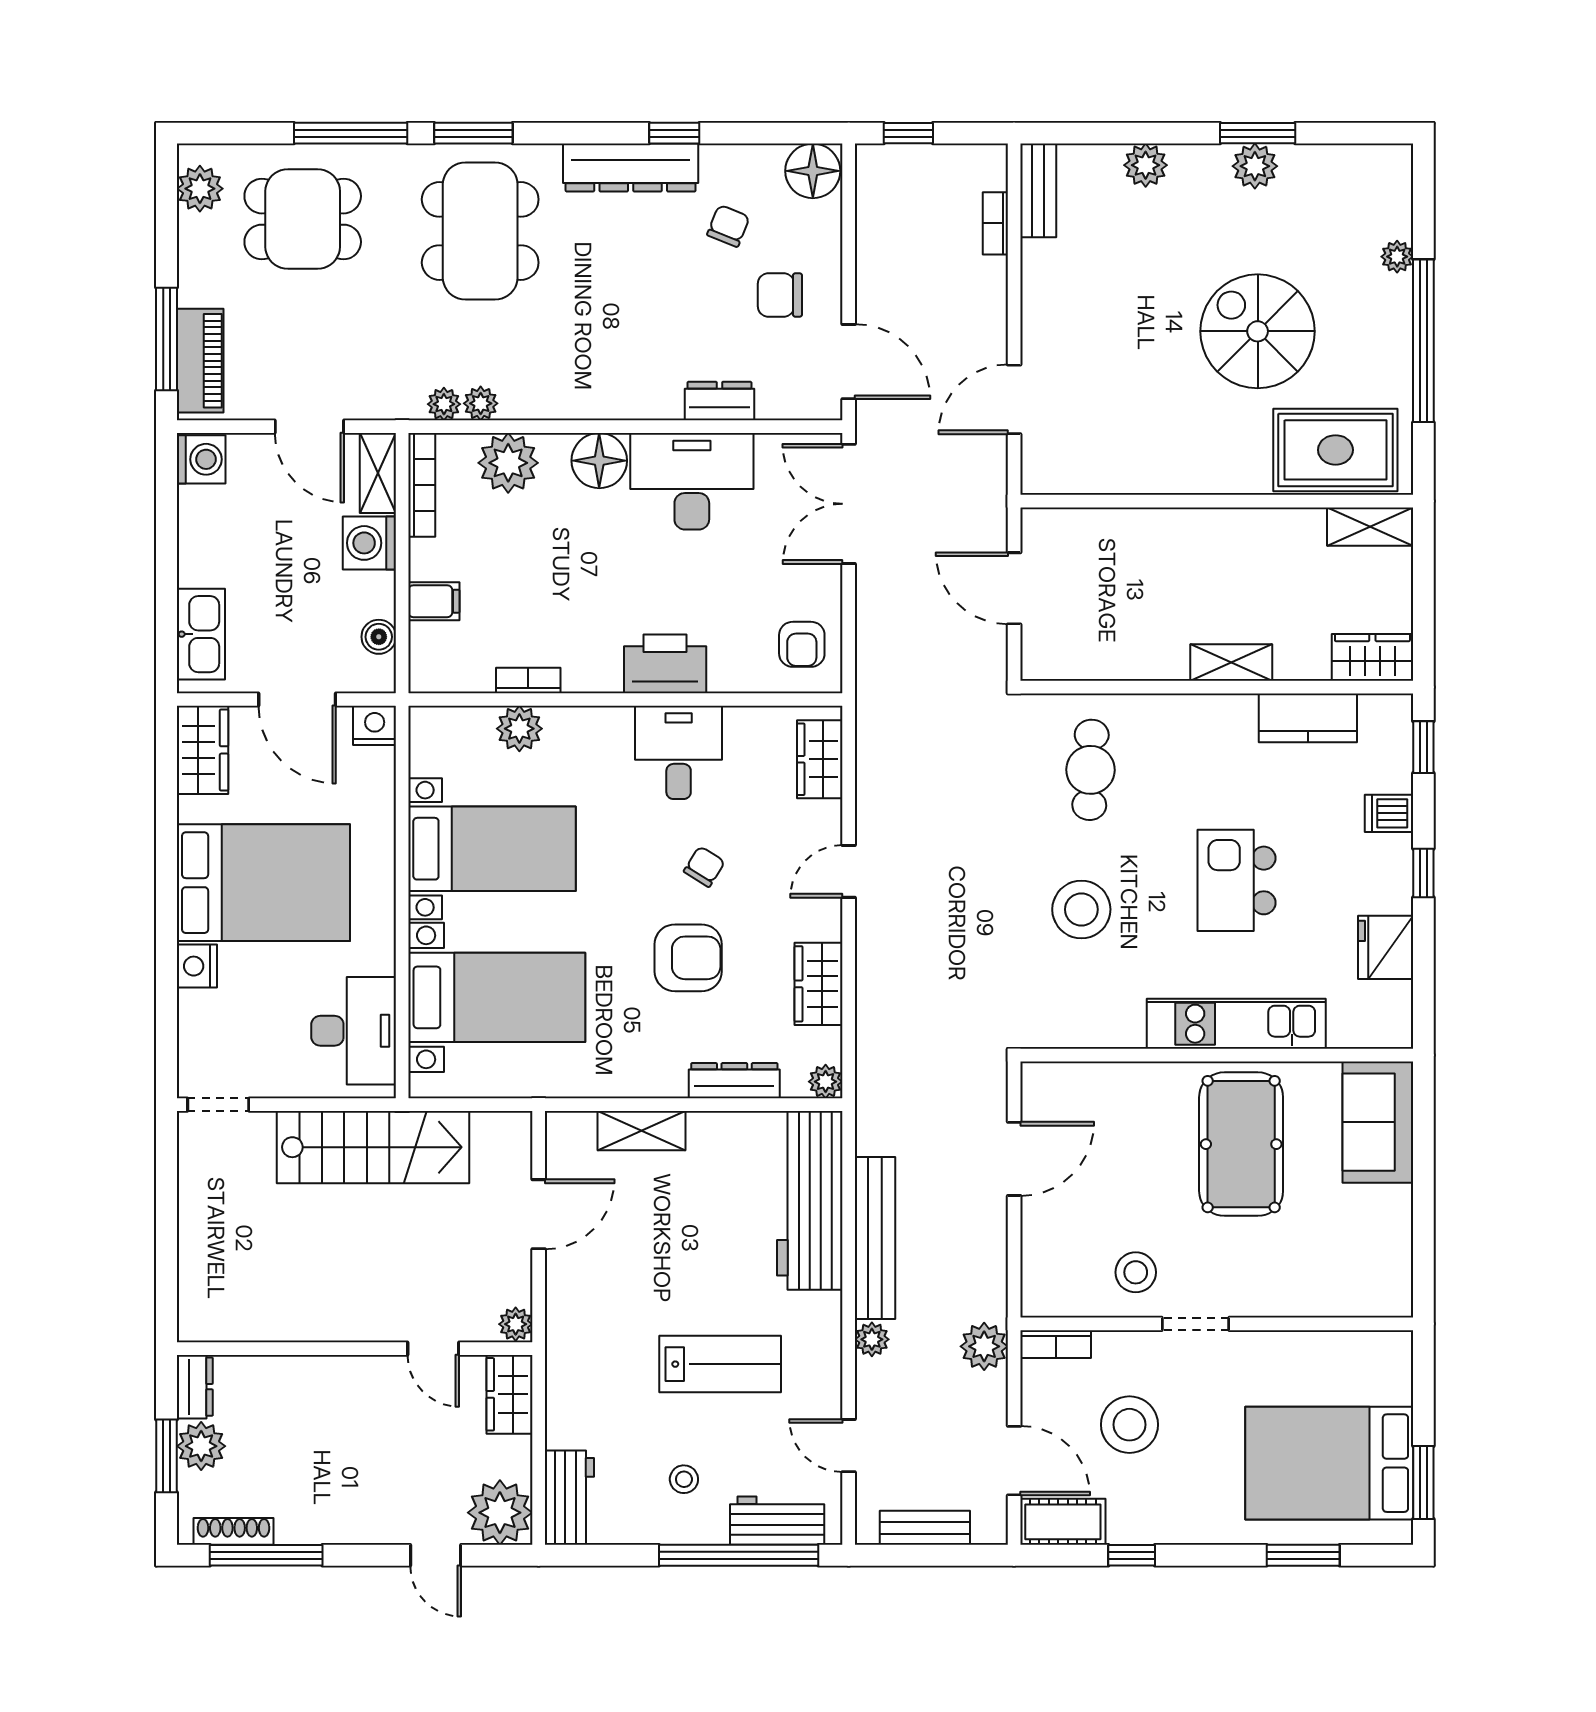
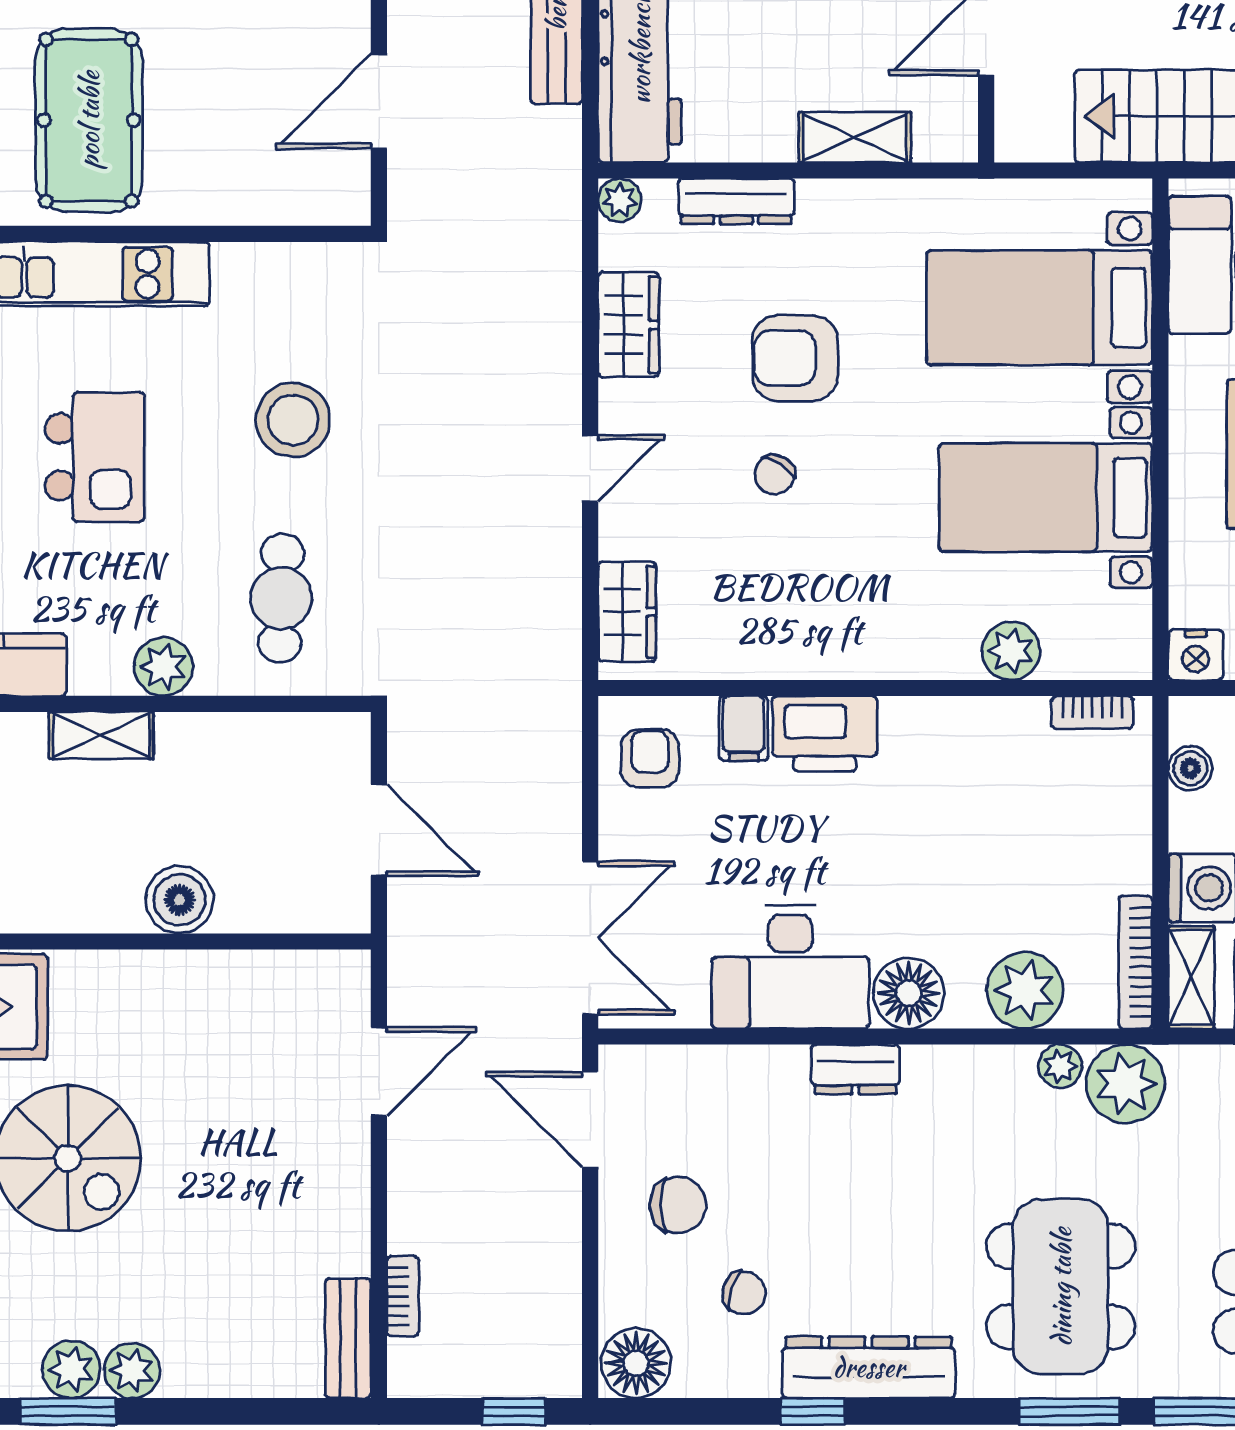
plant: (1146, 165) -> (132, 1371), moved
chair: (728, 226) -> (744, 1293), turned -94
dresser: (719, 401) -> (856, 1069), moved
plant: (444, 404) -> (1125, 1084), width x1.87, depth x1.87
boiler: (1170, 534) -> (180, 900), added
filing cabinet: (434, 601) -> (744, 728), moved, turned -90
bookcase: (528, 681) -> (1092, 712), moved
plant: (1183, 716) -> (163, 667), added
desk: (679, 752) -> (807, 620), removed

